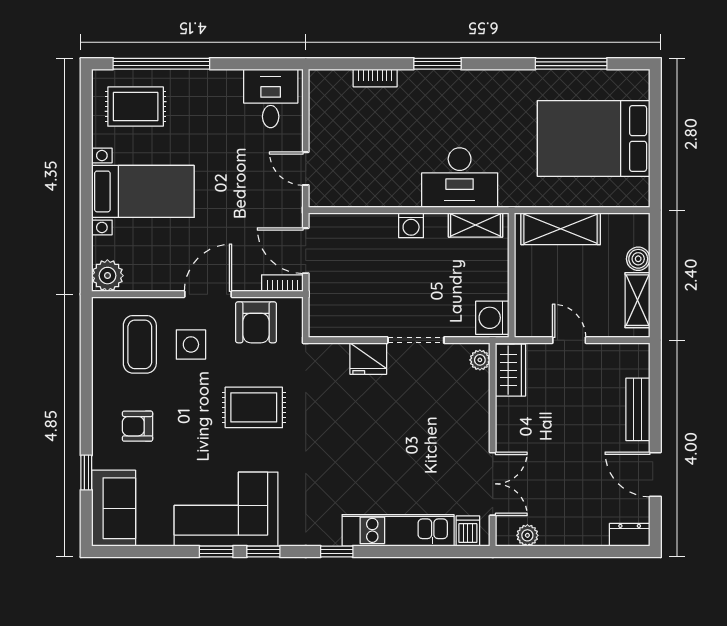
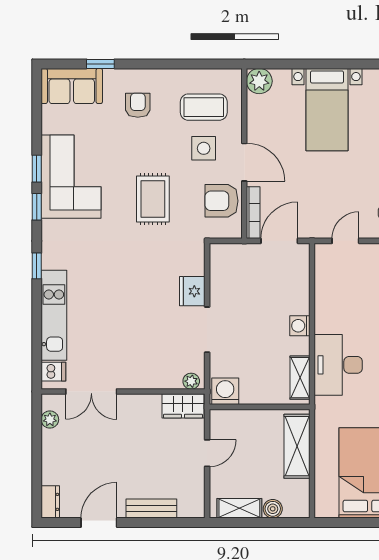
bookcase: (282, 283) -> (253, 213), width x1.56

